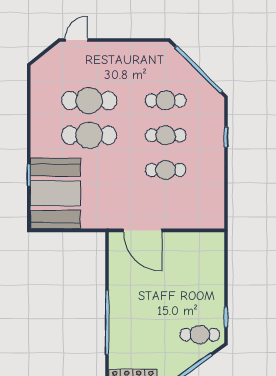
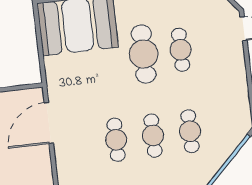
cafe table: (89, 101) -> (181, 50), width x0.73, depth x0.74

